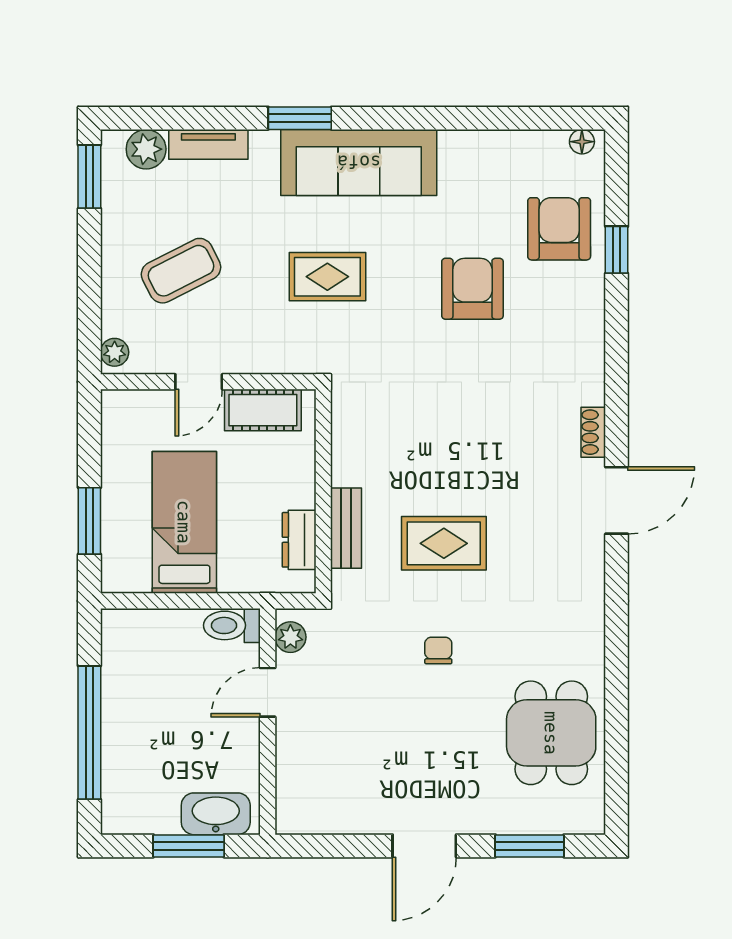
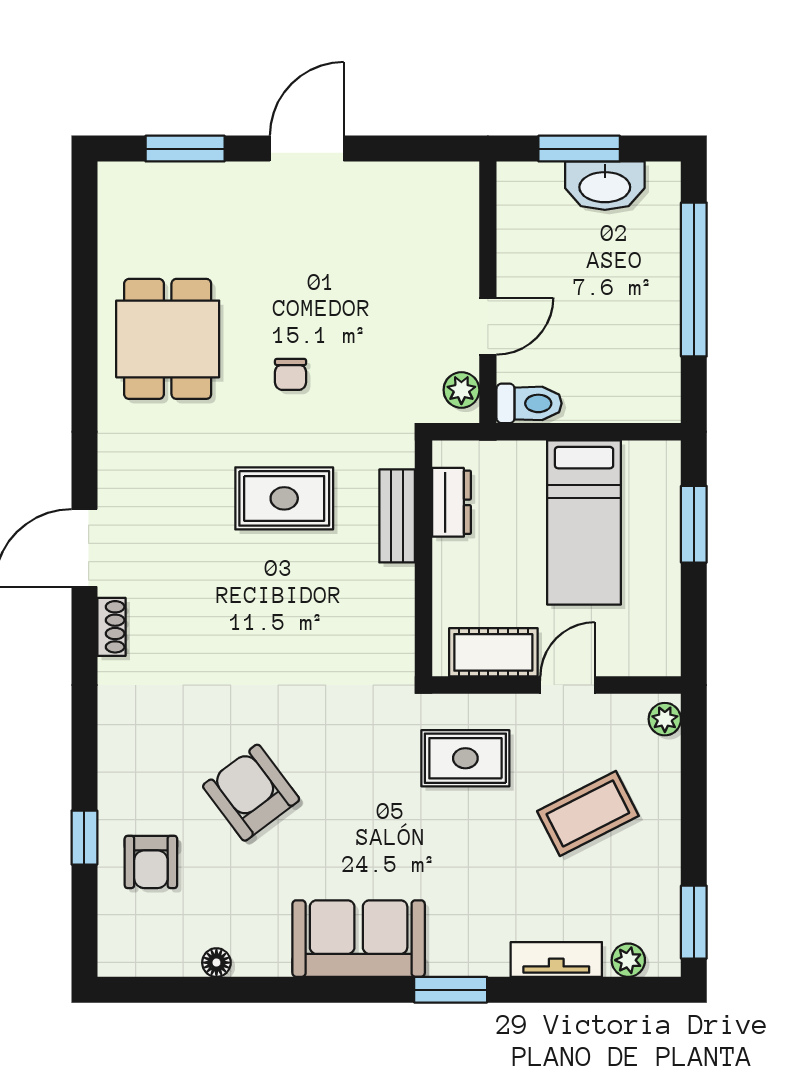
floor lamp: (582, 142) -> (216, 963), moved
plant: (146, 149) -> (628, 960), width x0.73, depth x0.73
sofa: (359, 162) -> (359, 939), width x0.73
armchair: (559, 229) -> (151, 862), width x0.72, depth x0.72
rug: (327, 277) -> (465, 758), moved
armchair: (472, 289) -> (251, 793), turned 143
dining table: (551, 733) -> (168, 339), moved
washbasin: (216, 814) -> (605, 186), moved

